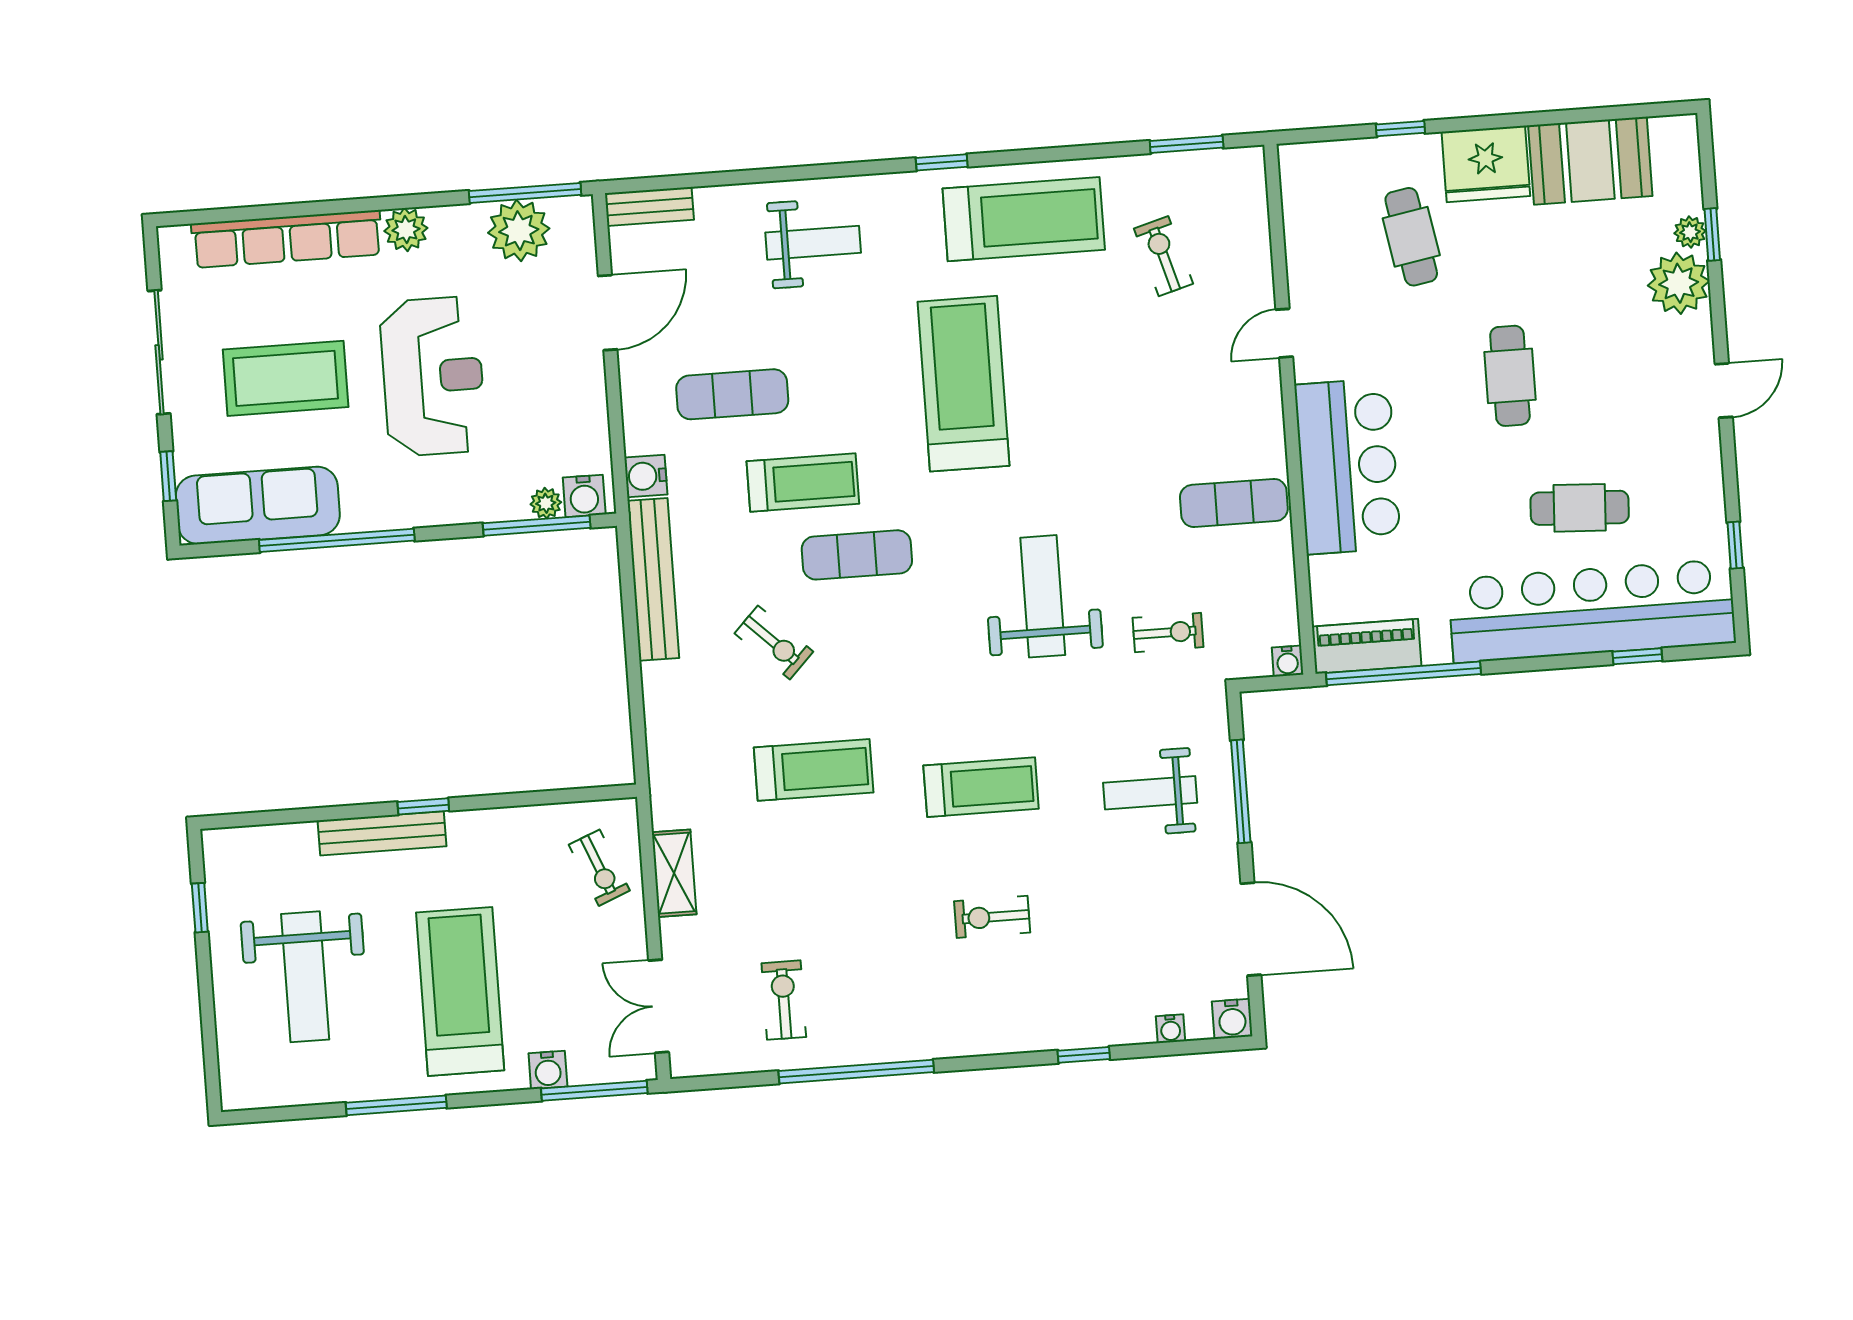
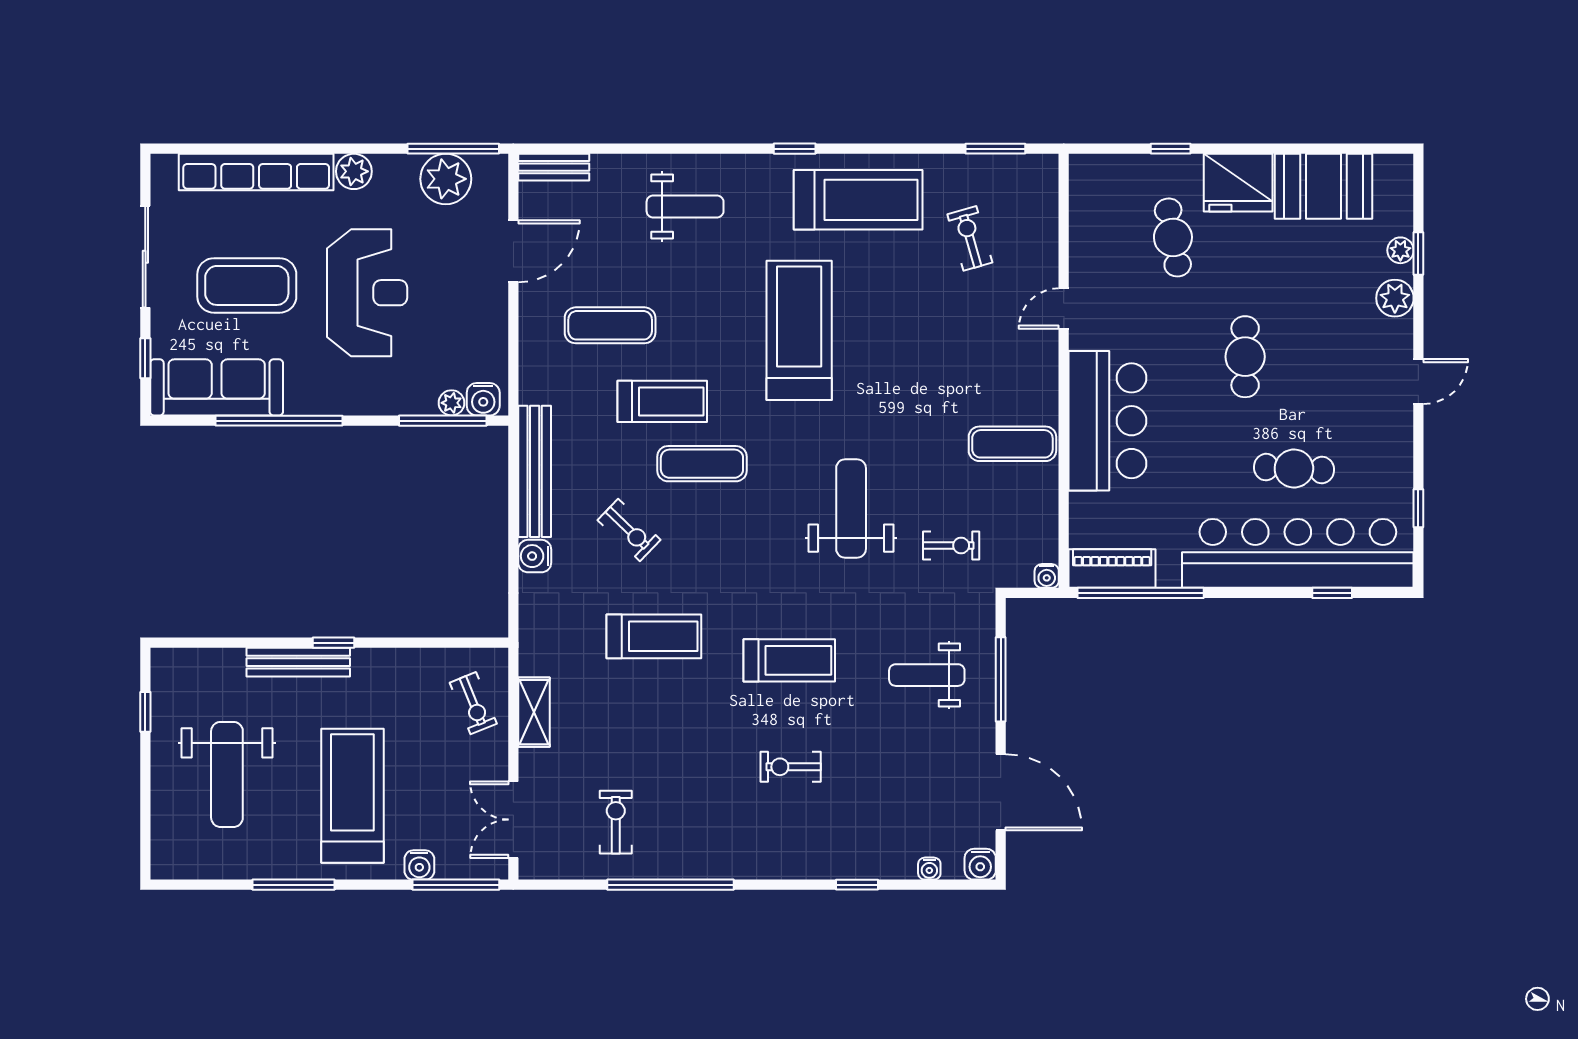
plant: (1679, 283) -> (1395, 298), width x0.73, depth x0.73
water cooler: (646, 476) -> (535, 556), moved

